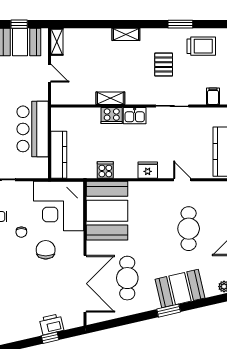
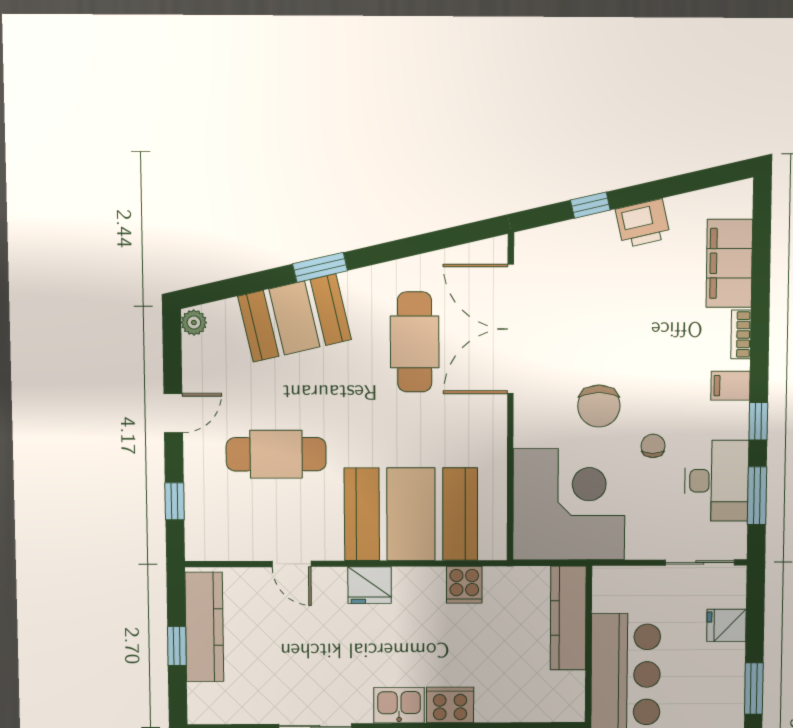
booth: (107, 211) -> (411, 514), moved, turned 90
cafe table: (189, 229) -> (276, 454), turned 90
printer: (51, 324) -> (643, 223), moved

